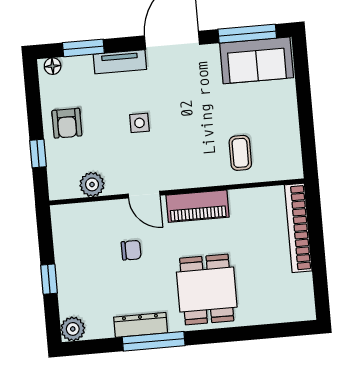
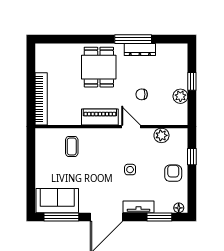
plant: (73, 329) -> (180, 96), moved

